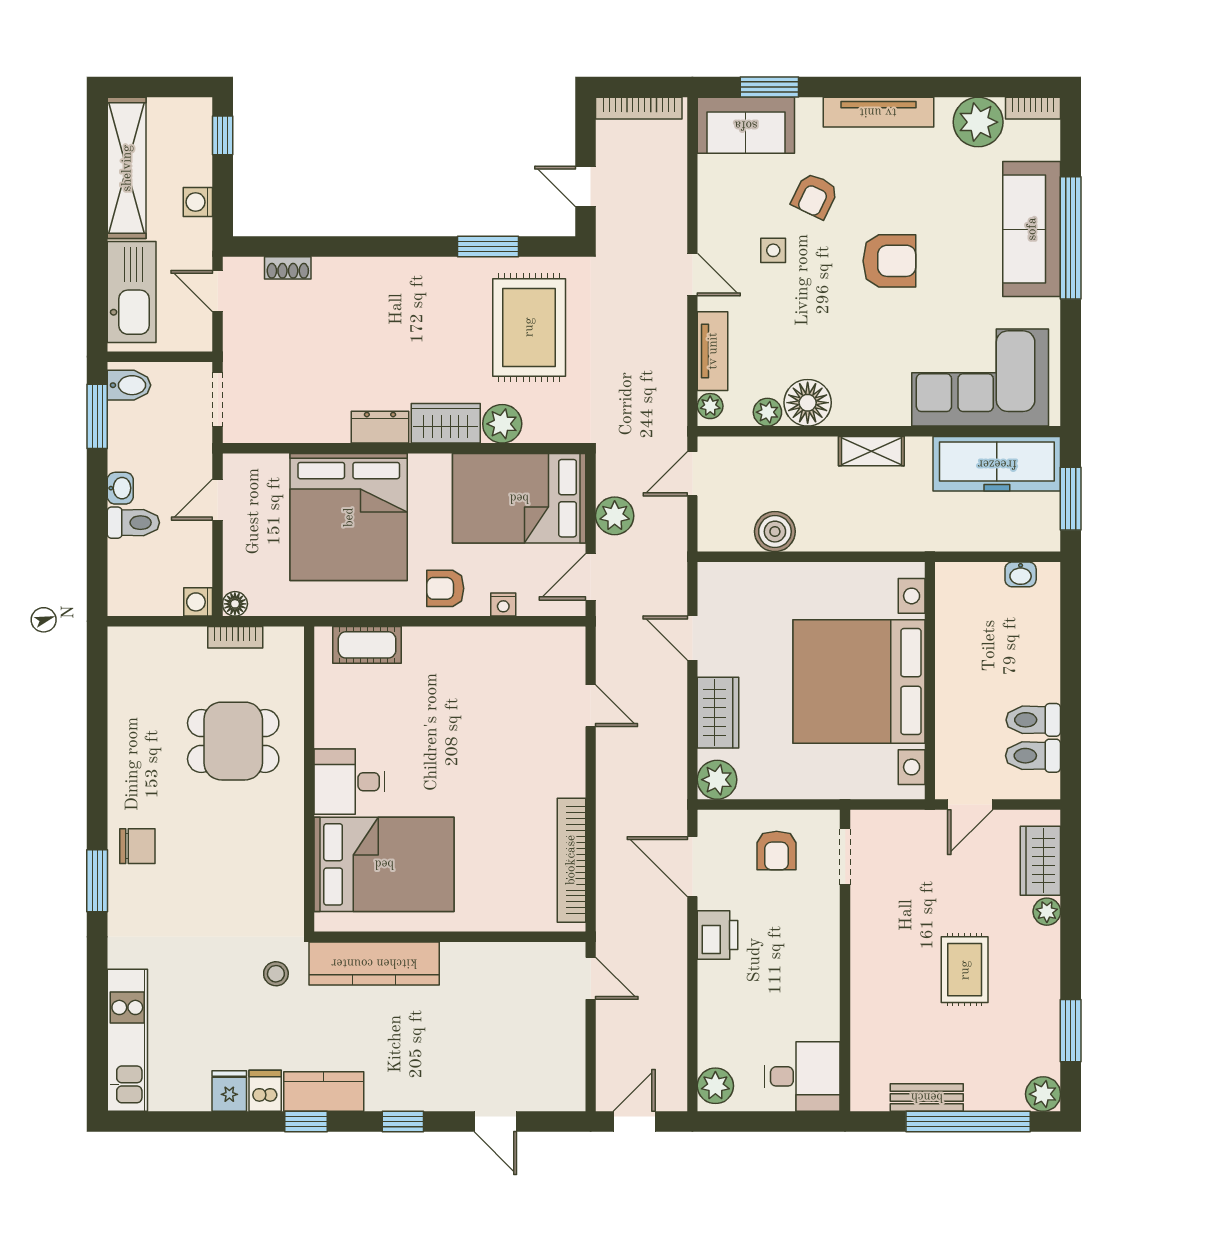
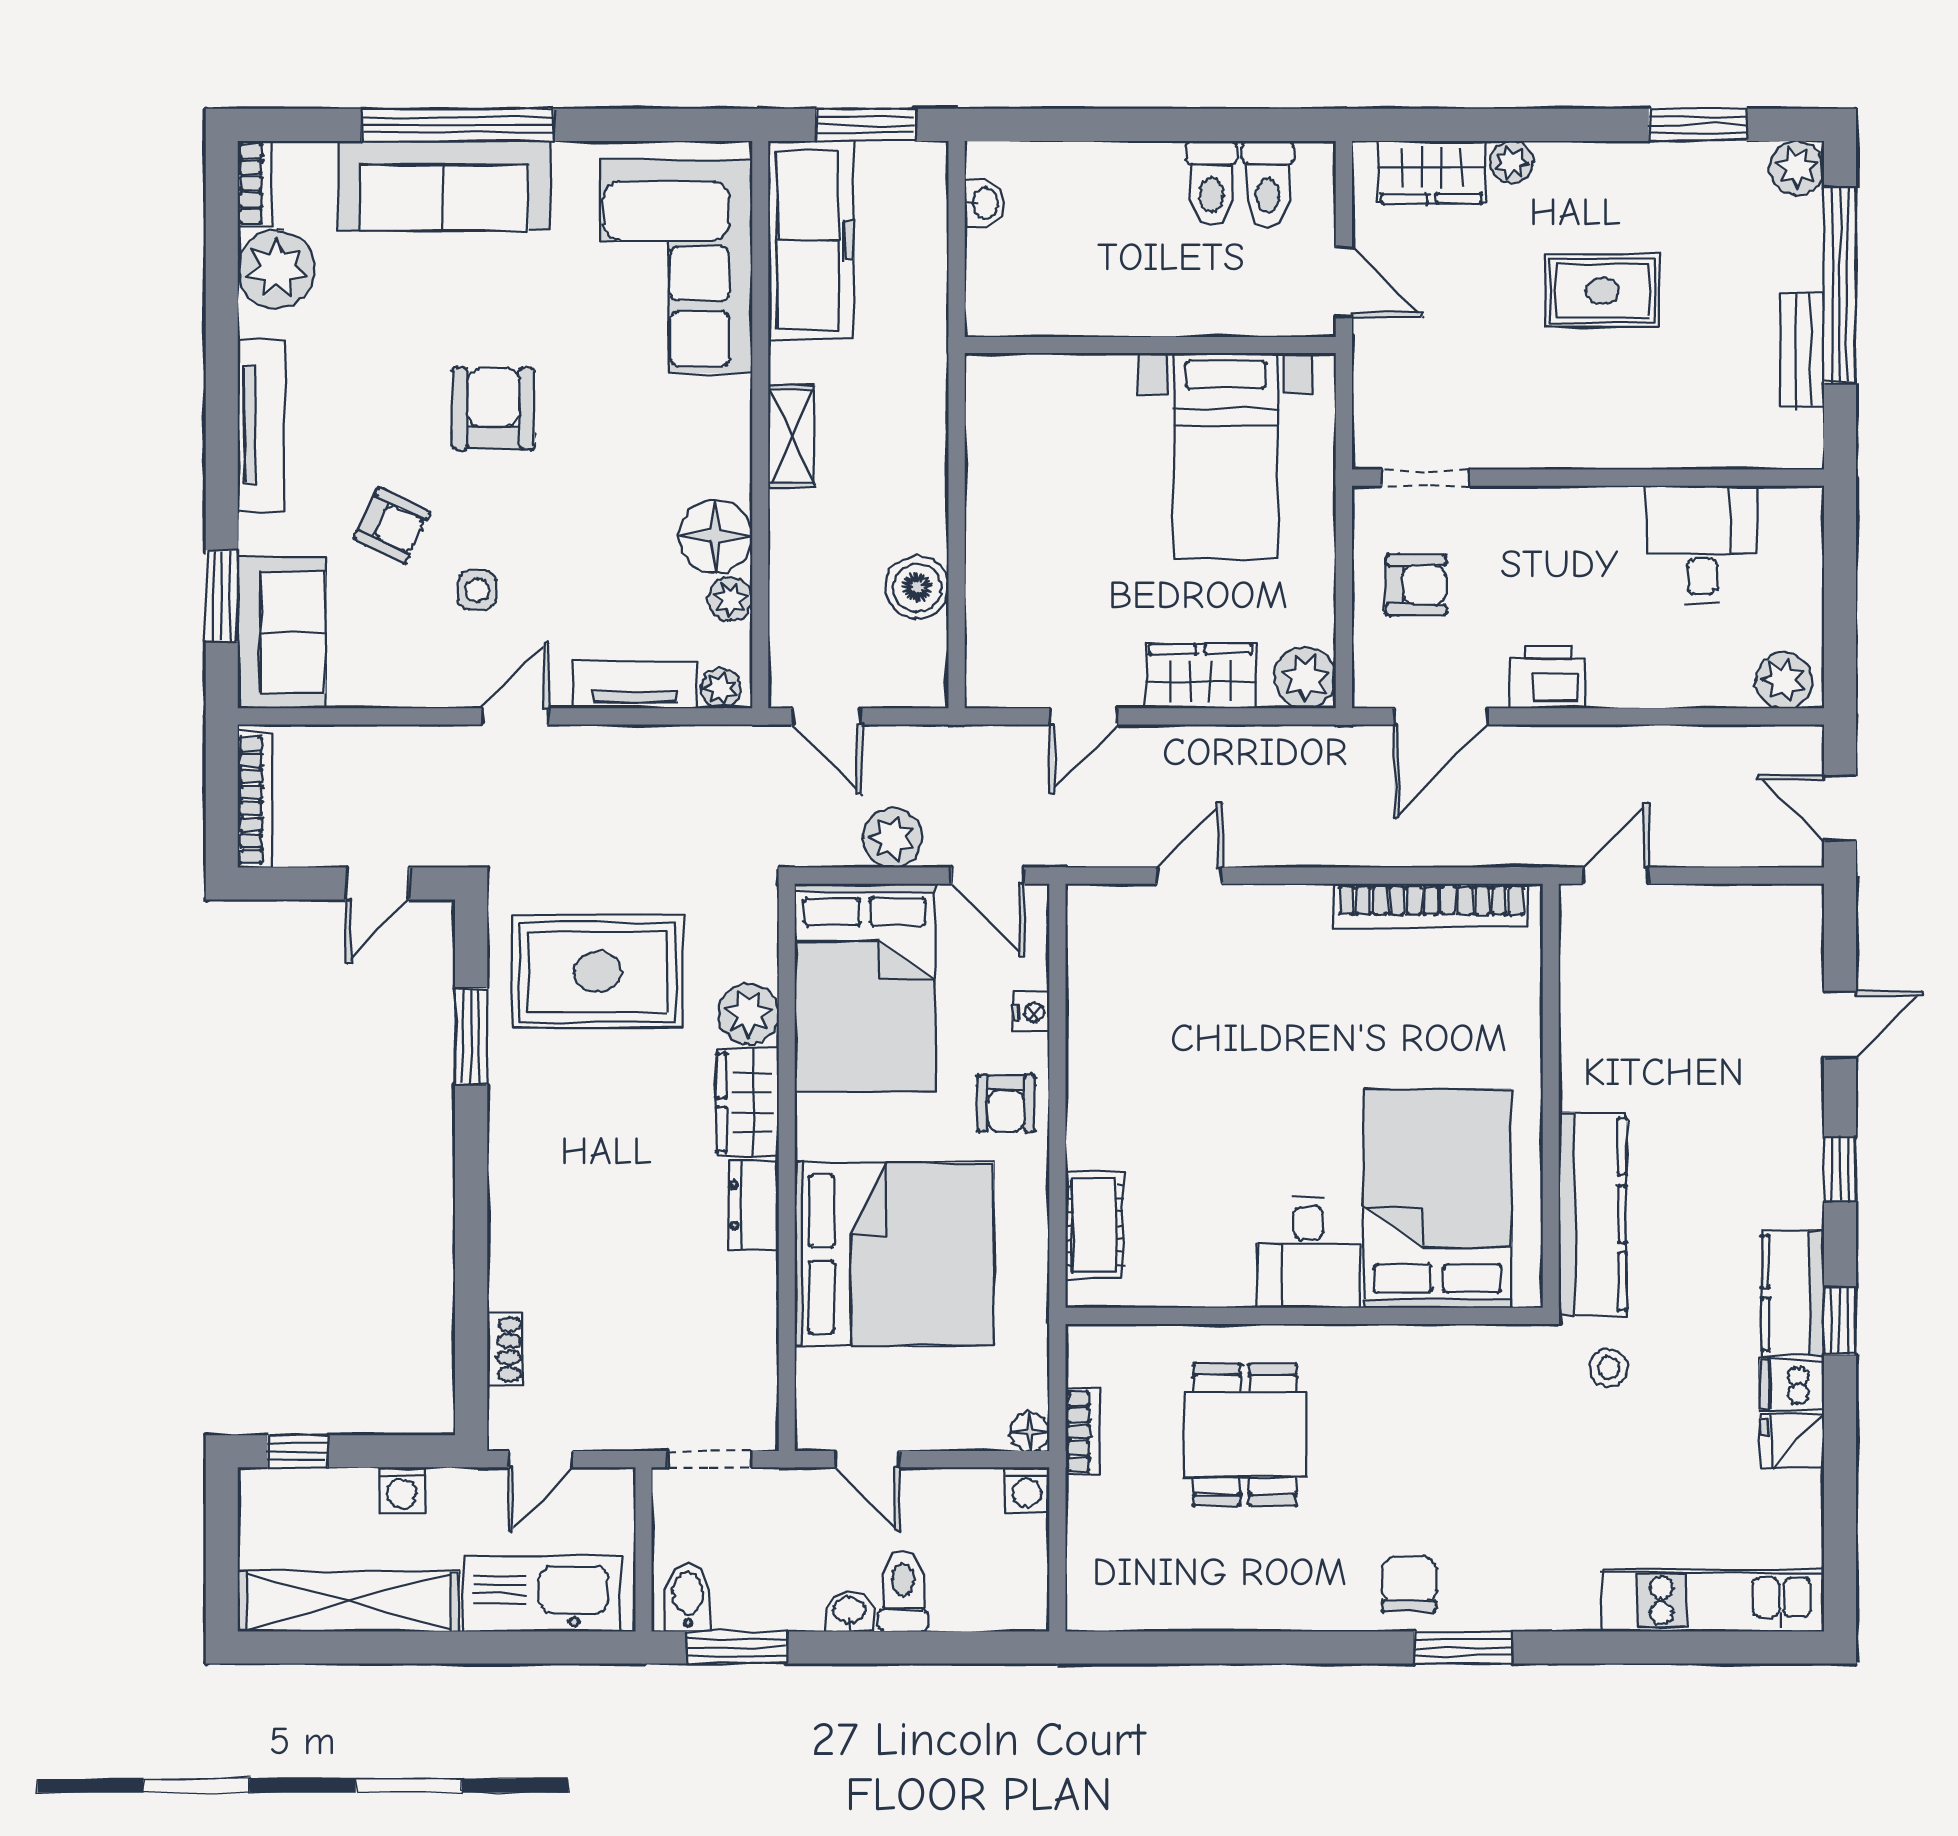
bed with nightstands: (859, 681) -> (1226, 456), width x0.54
desk: (802, 1076) -> (1702, 545), moved

